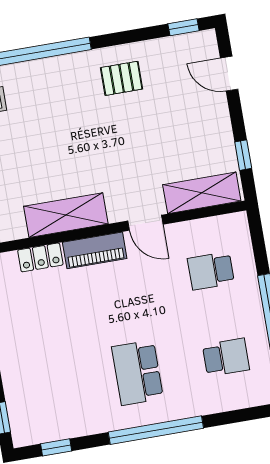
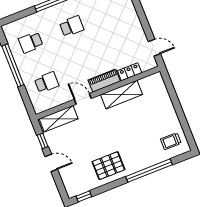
door: (229, 74) -> (51, 163), moved
pallet: (122, 78) -> (108, 166), width x1.50, depth x1.42
school desk: (137, 373) -> (72, 26), width x0.54

